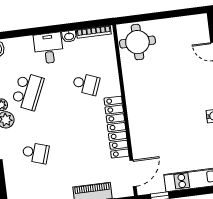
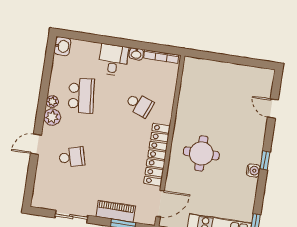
round table: (137, 42) -> (201, 153), moved
school desk: (28, 91) -> (81, 96), turned -30
school desk: (35, 153) -> (72, 157), turned -33

